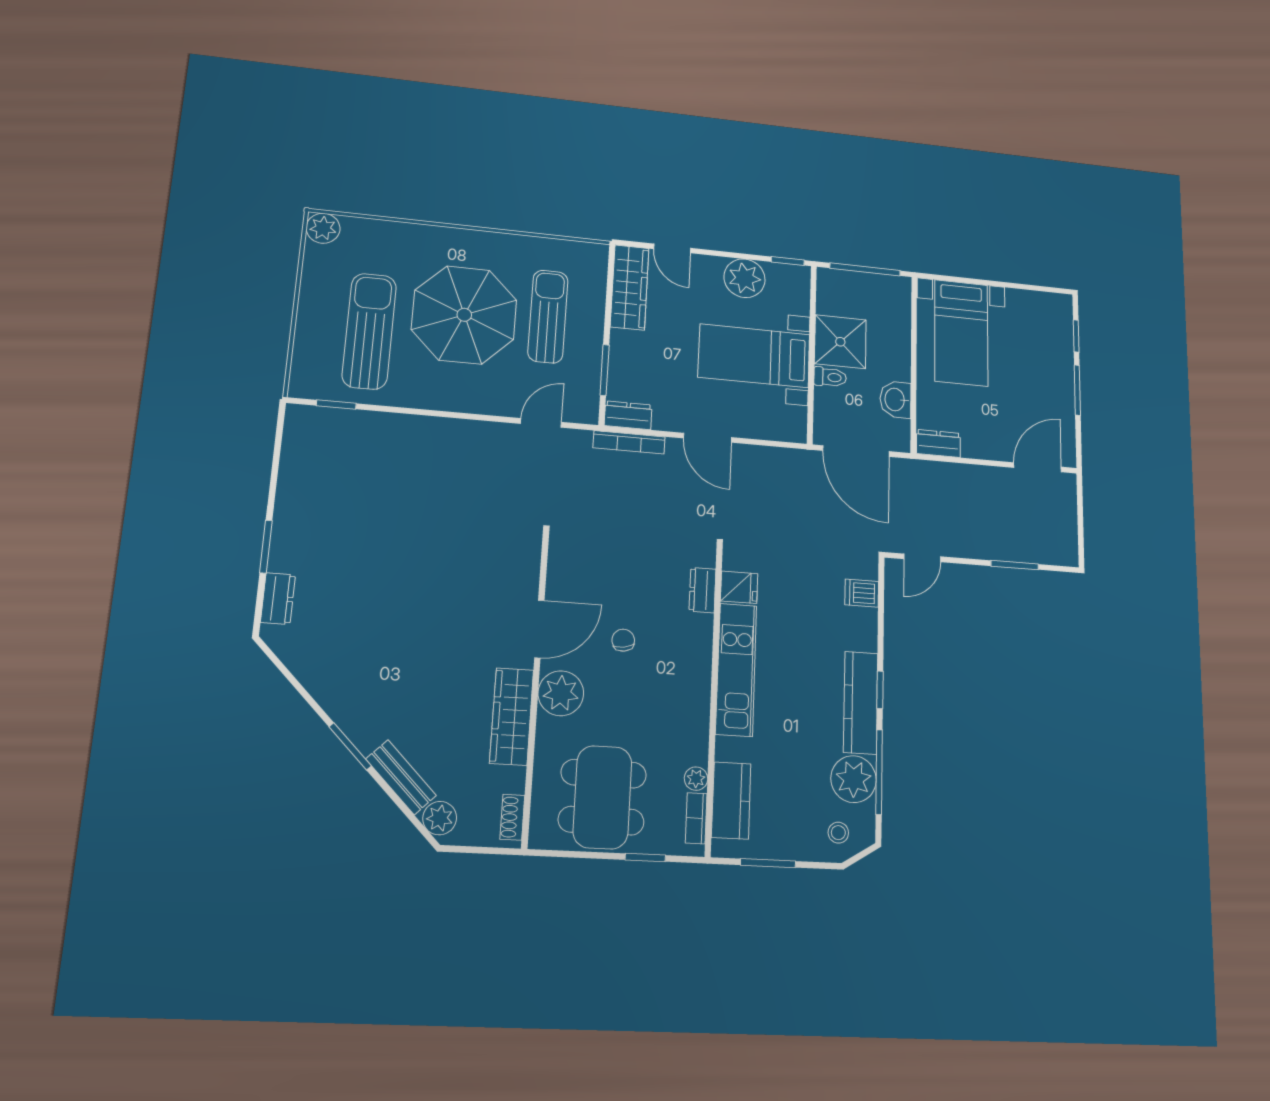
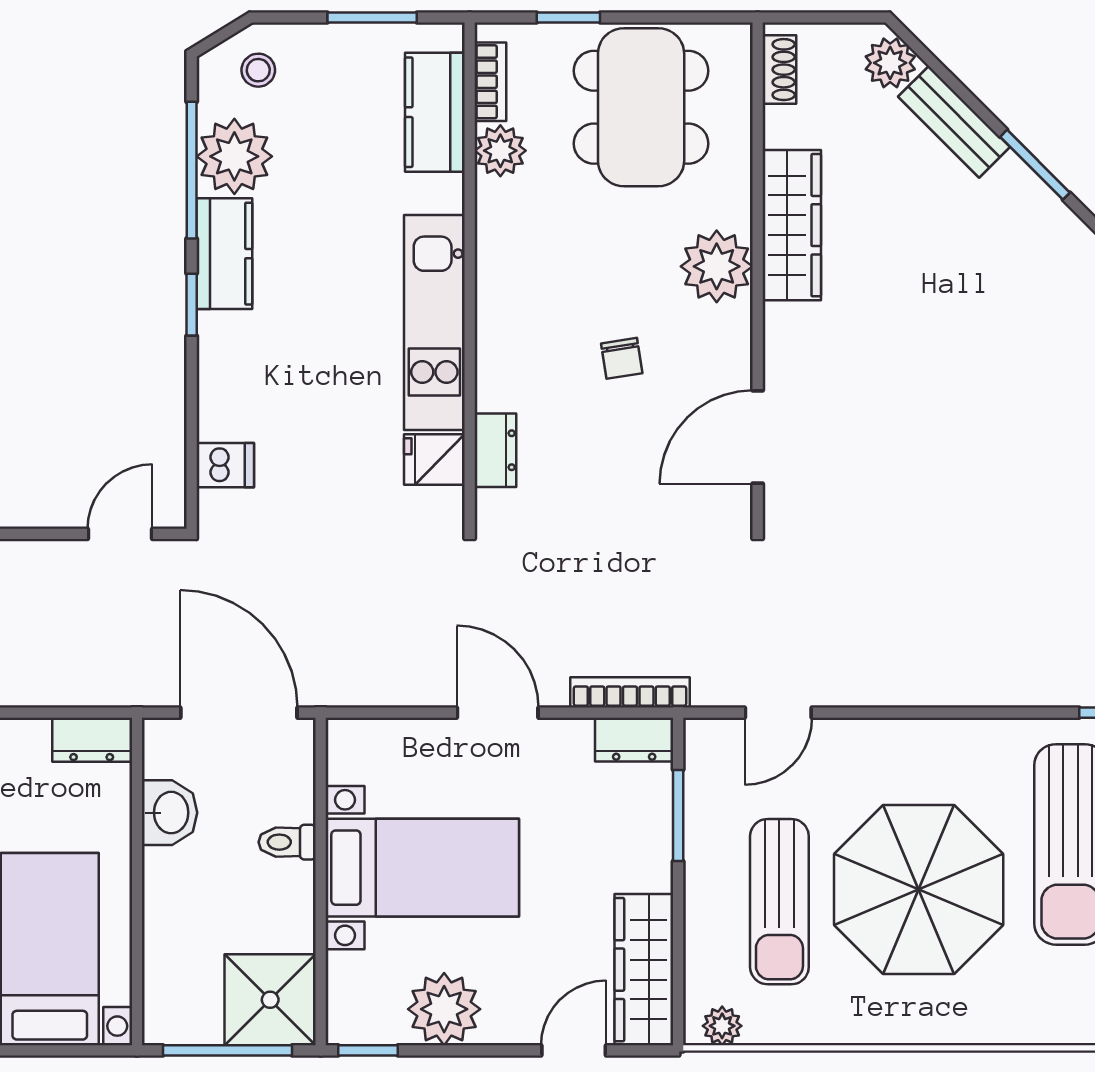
door: (672, 248) -> (574, 1050), hinge flipped
plant: (586, 252) -> (722, 1026), added
shower: (840, 342) -> (270, 1000), moved
door: (539, 629) -> (758, 437), moved
kitchen counter: (861, 703) -> (224, 254), width x0.67
plant: (696, 779) -> (500, 151), width x1.38, depth x1.38

